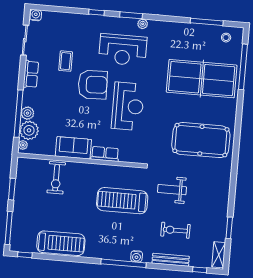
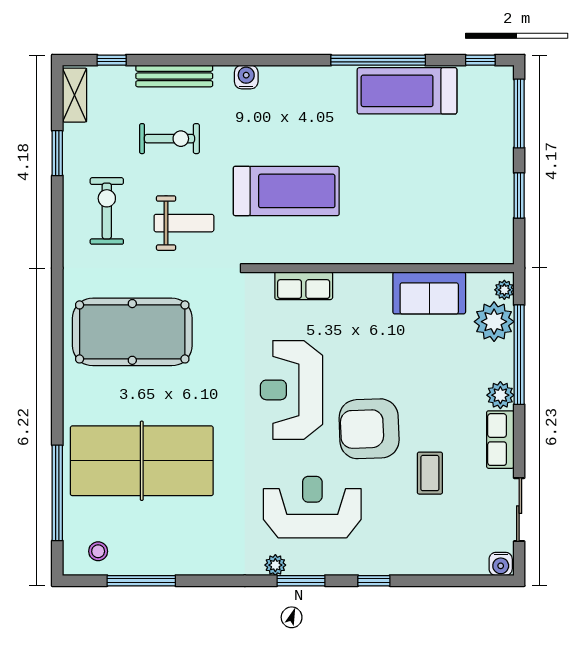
plant: (27, 113) -> (500, 395), moved
sofa: (73, 148) -> (429, 293), moved
row of seats: (105, 154) -> (304, 286), moved
exercise bike: (56, 178) -> (107, 211), moved
window: (123, 263) -> (378, 60), moved

